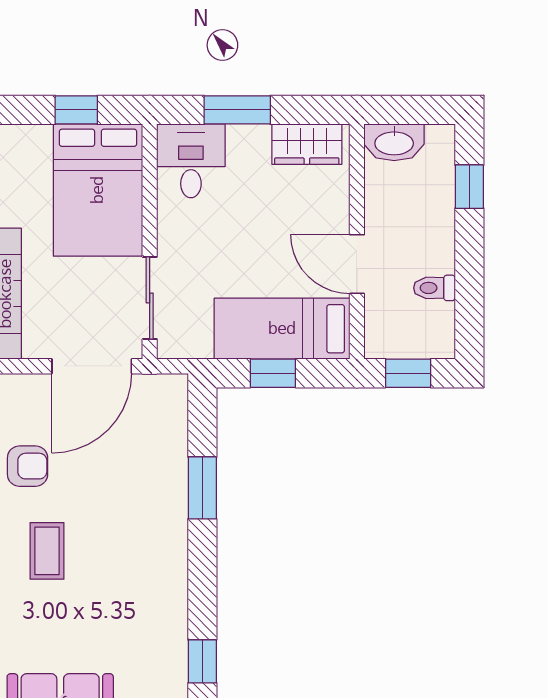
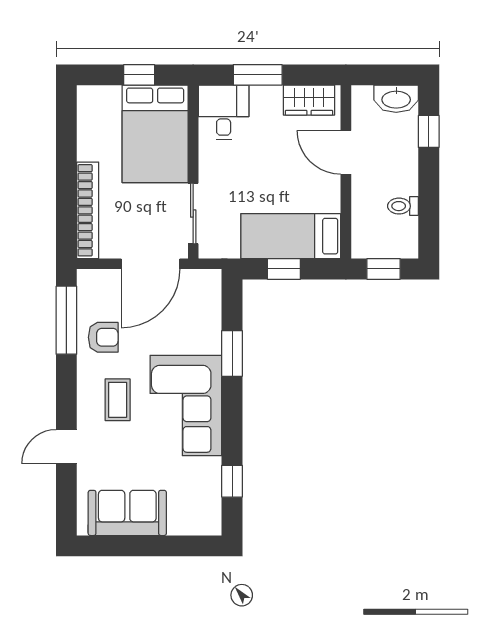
washbasin: (394, 142) -> (396, 99), moved
door: (357, 264) -> (346, 152), moved
corner sofa: (140, 559) -> (186, 405), added

